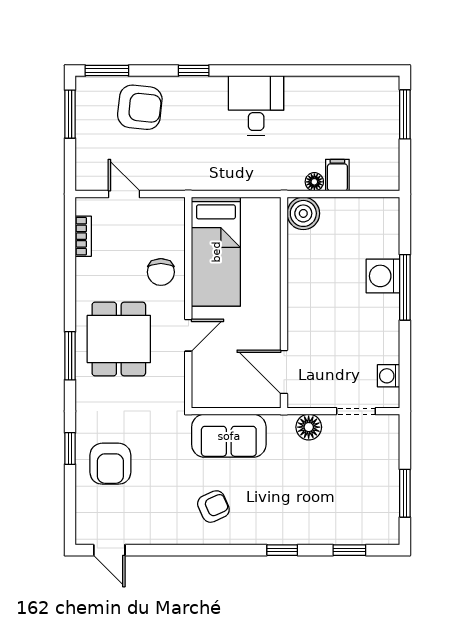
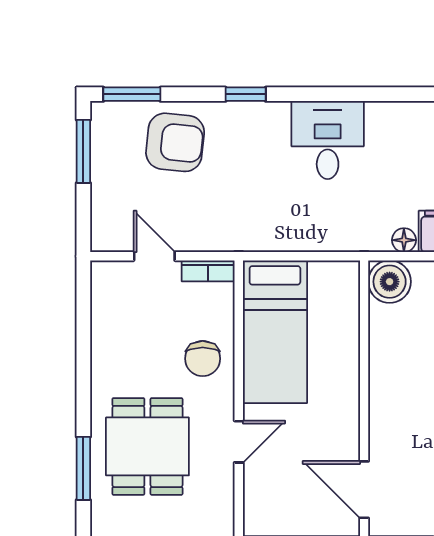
bookcase: (83, 236) -> (208, 271), moved, turned 90

